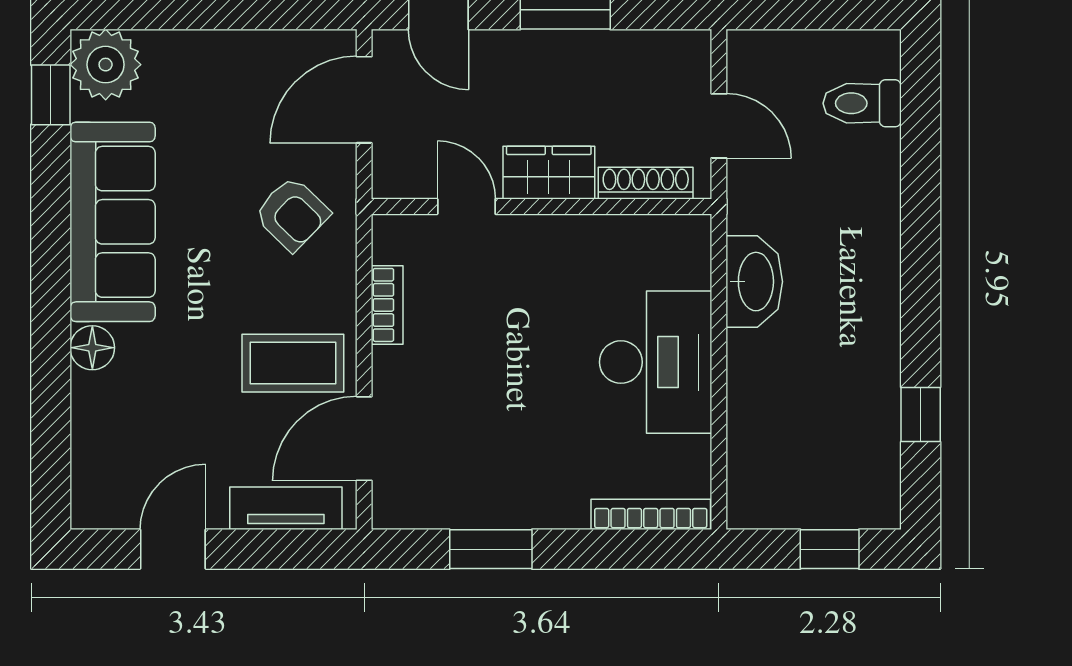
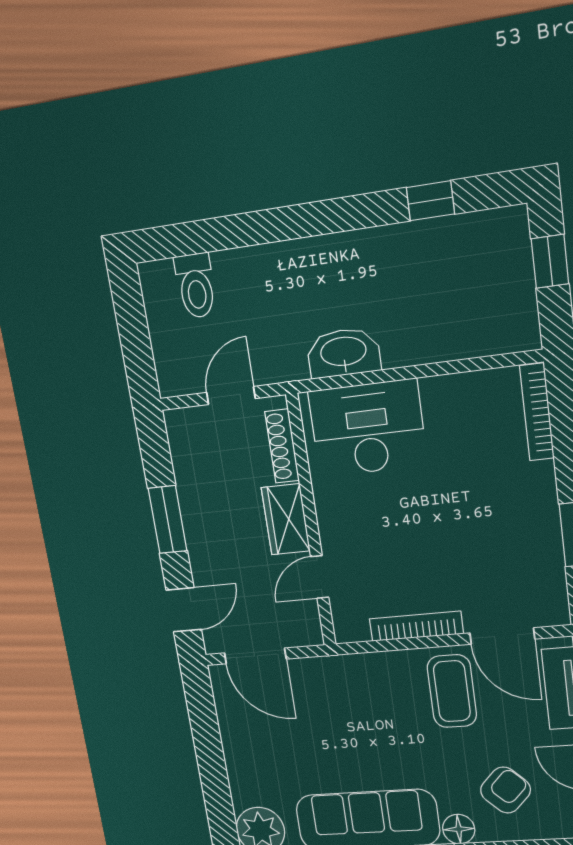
armchair: (292, 214) -> (505, 790), moved
bookcase: (387, 305) -> (416, 626), width x1.56
desk: (656, 362) -> (368, 428), moved

